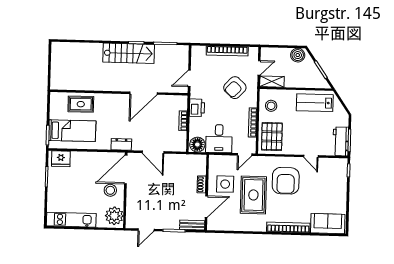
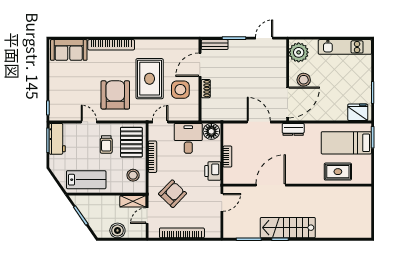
boiler: (298, 55) -> (117, 230), moved
trolley: (295, 135) -> (106, 144), added

